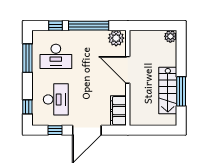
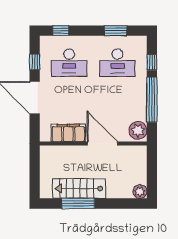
desk: (56, 56) -> (117, 63), turned -90
window: (27, 58) -> (116, 31), width x0.69
door: (128, 70) -> (102, 144), hinge flipped
filing cabinet: (118, 111) -> (68, 133), moved

